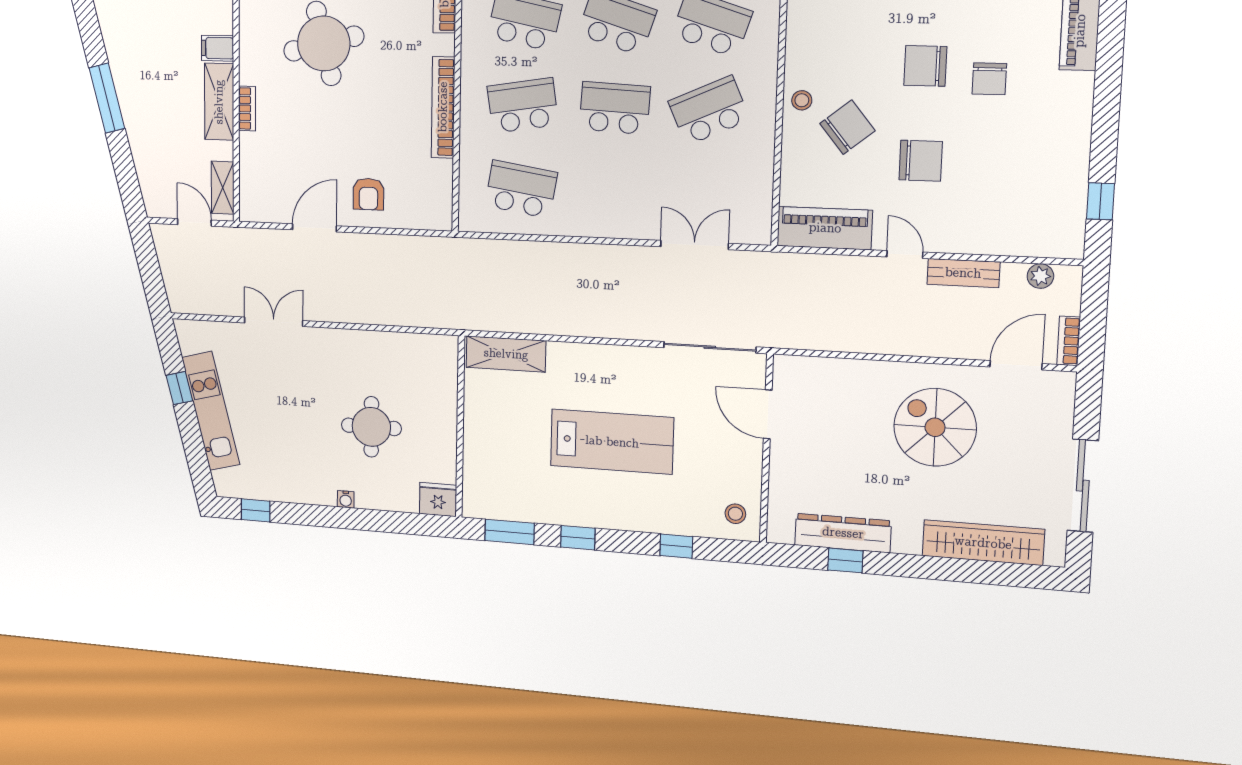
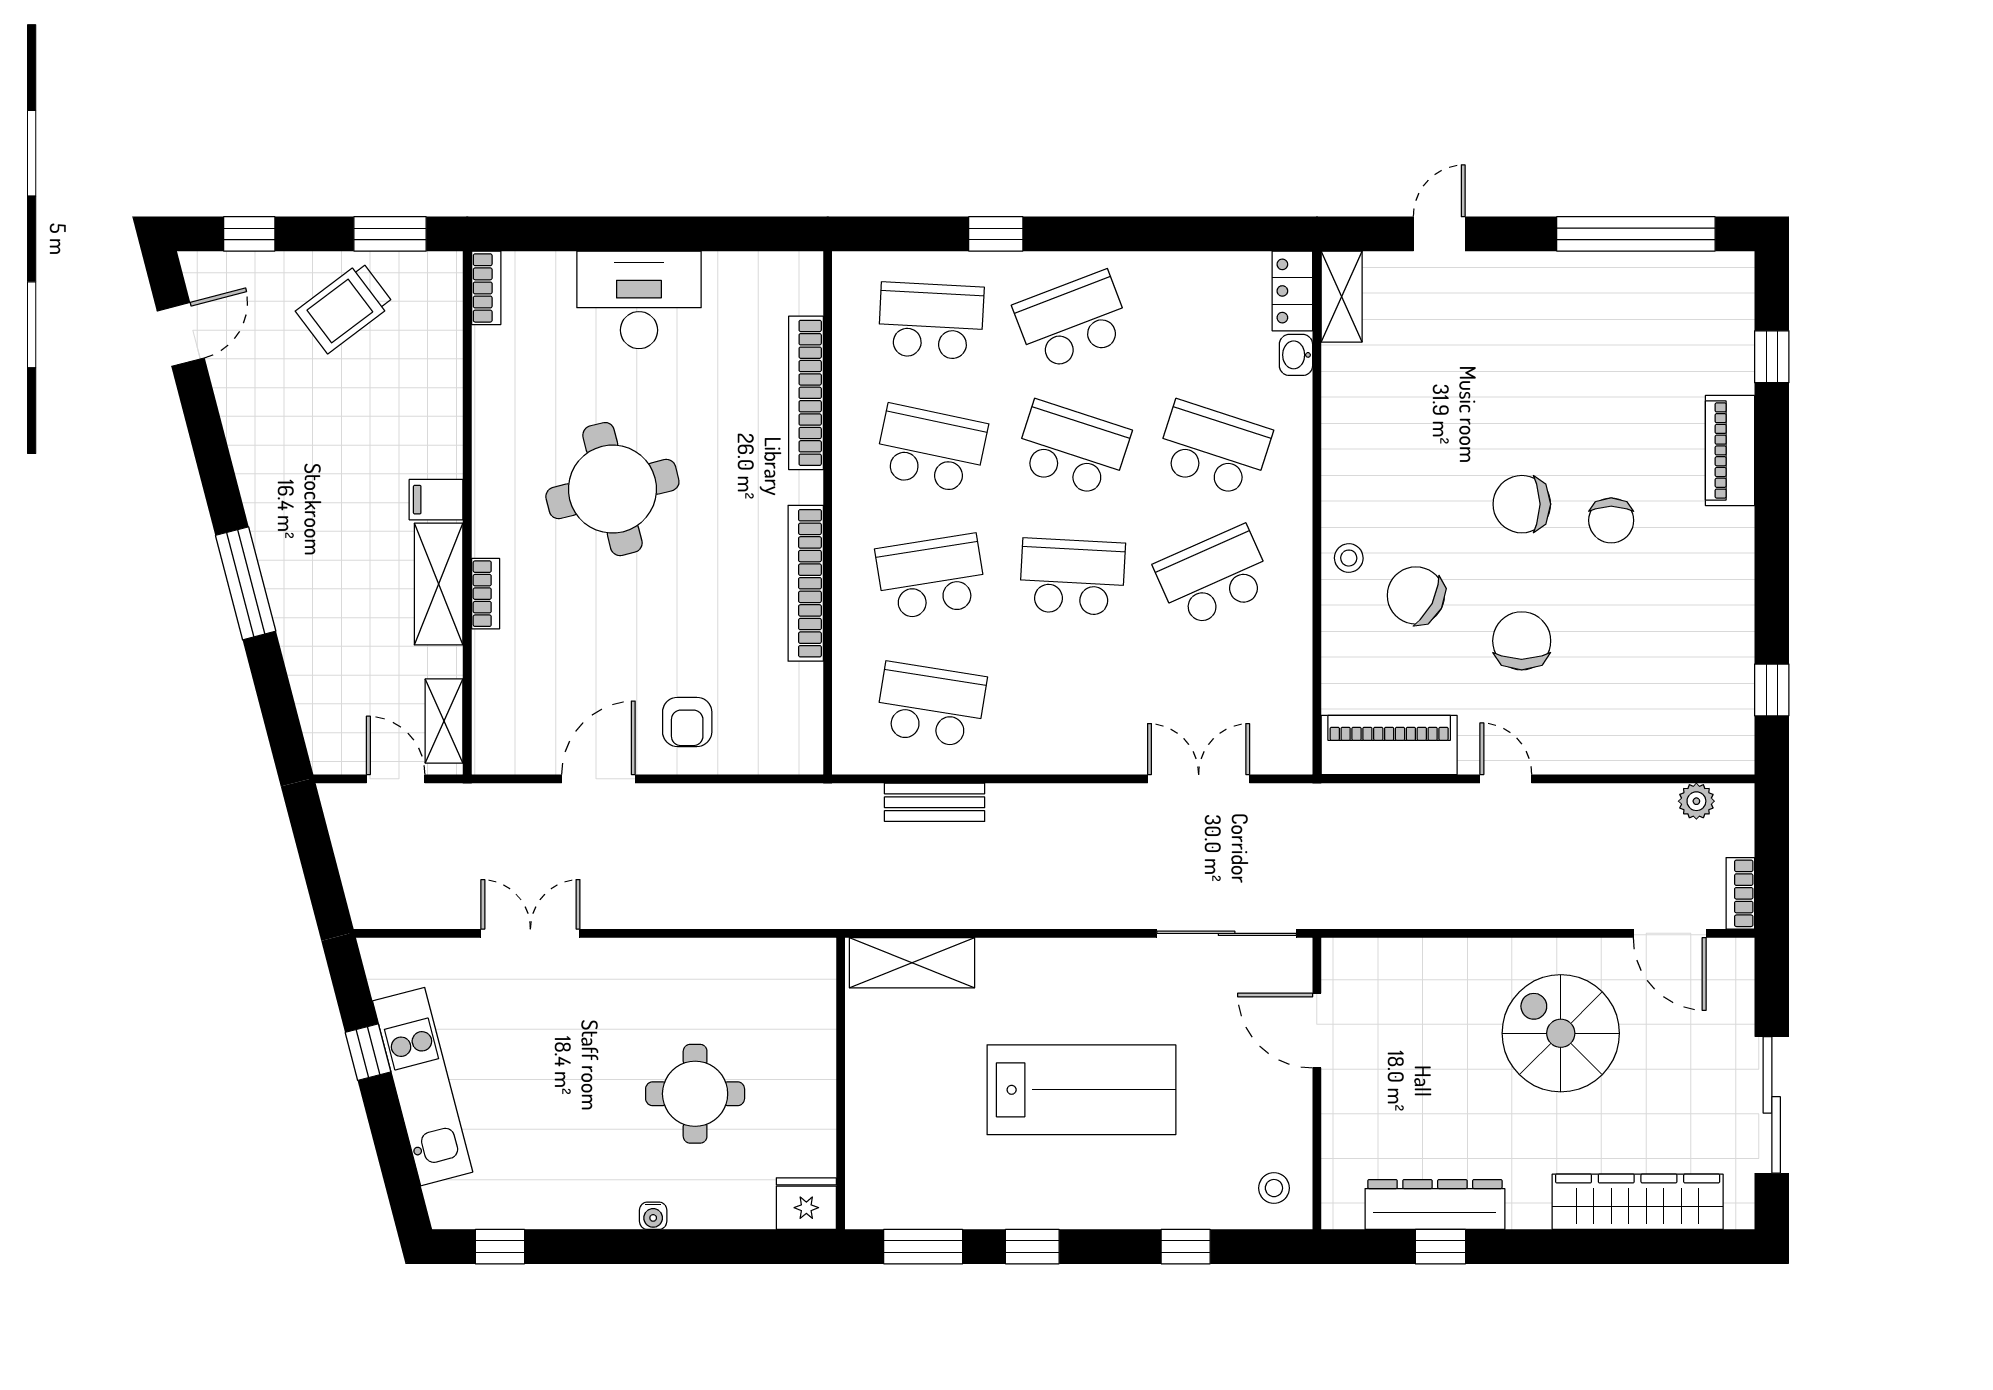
chair: (847, 127) -> (1416, 595), turned -114
chair: (921, 161) -> (1522, 641), turned -90
bench: (963, 273) -> (935, 802), moved
door: (1016, 365) -> (1670, 933), swing flipped

